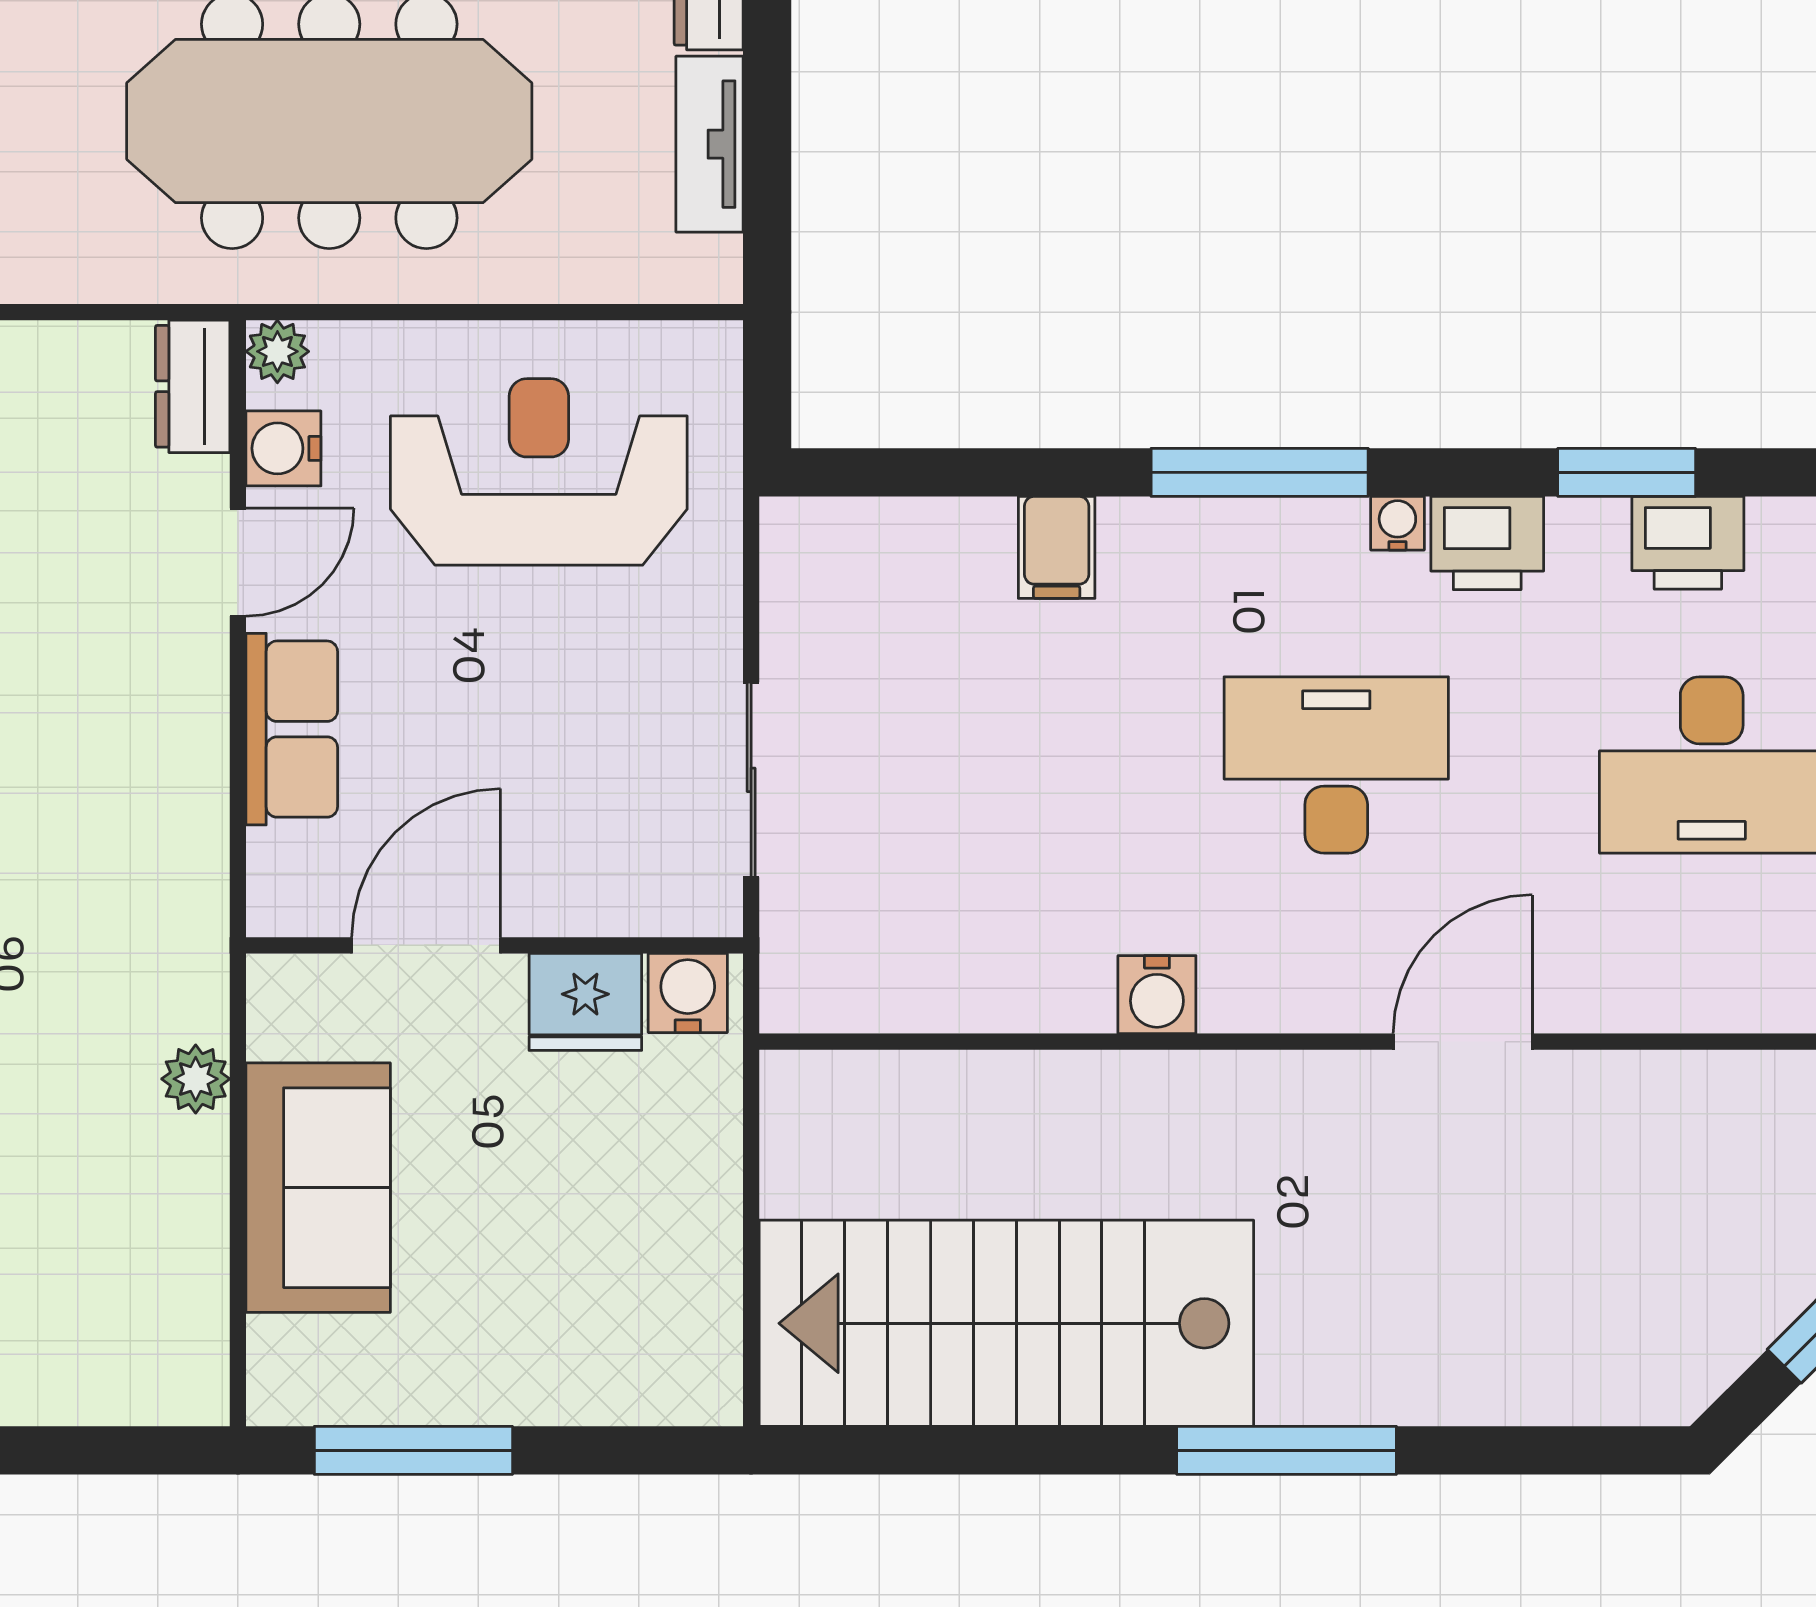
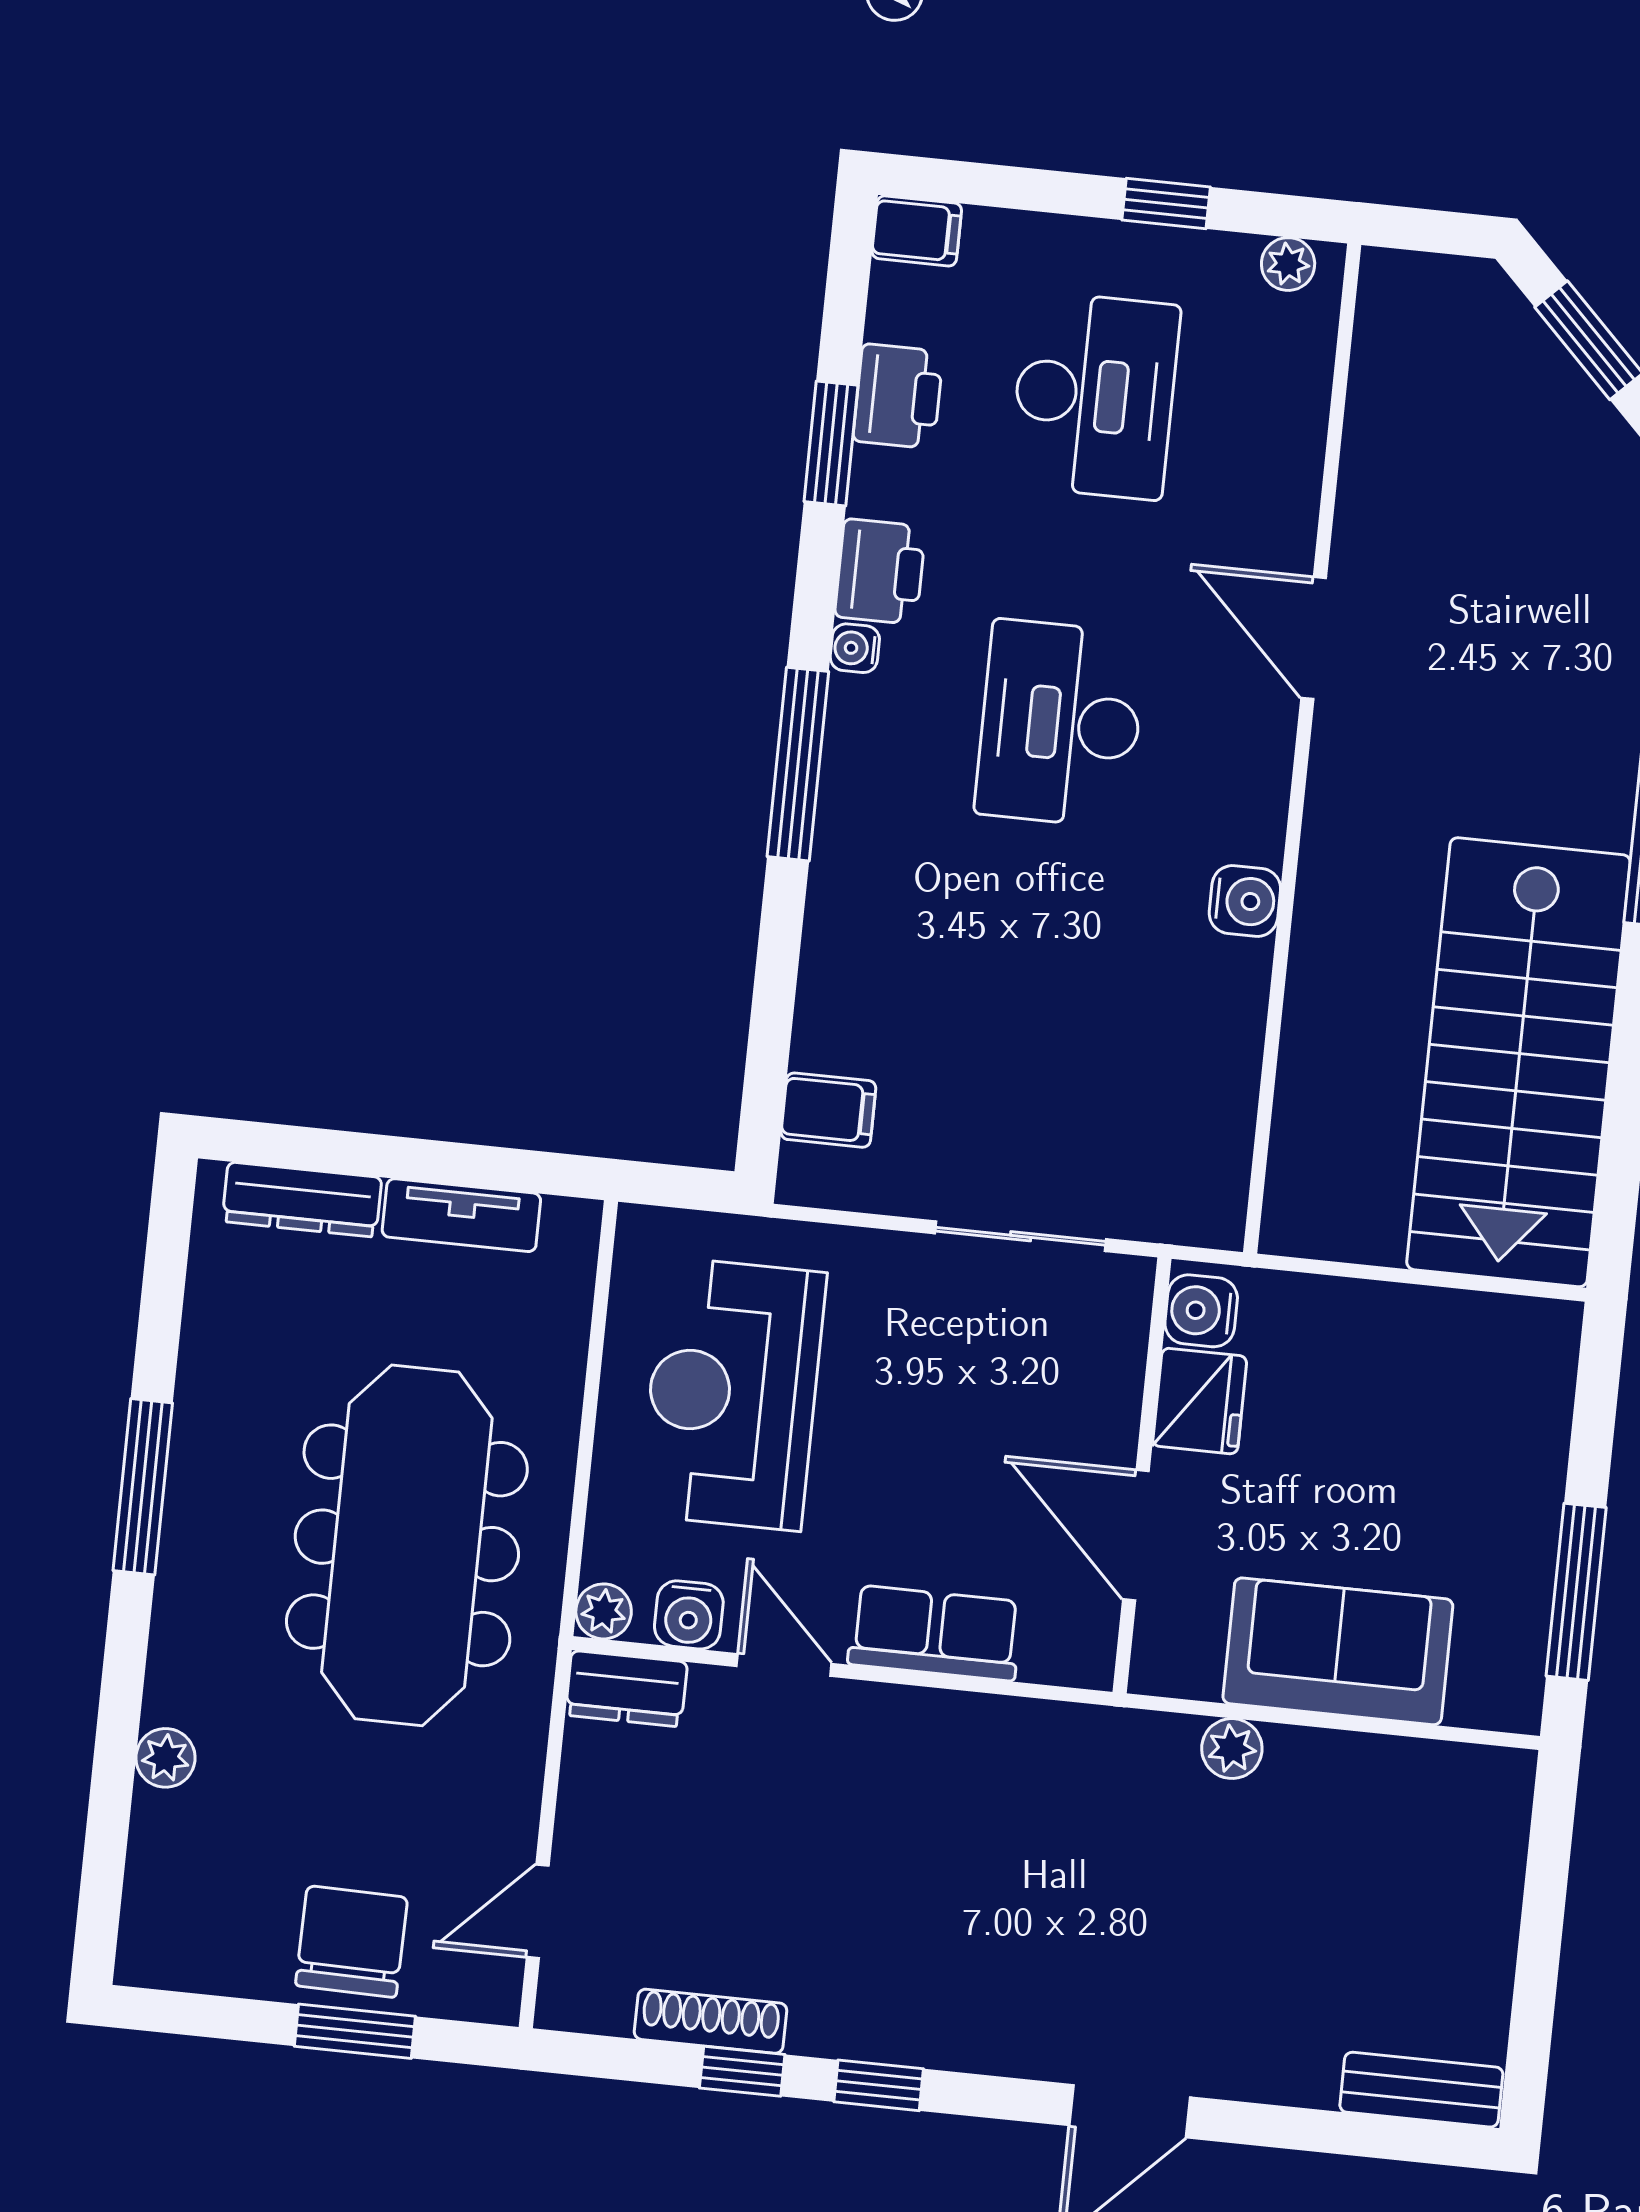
filing cabinet: (1057, 547) -> (828, 1110), moved

